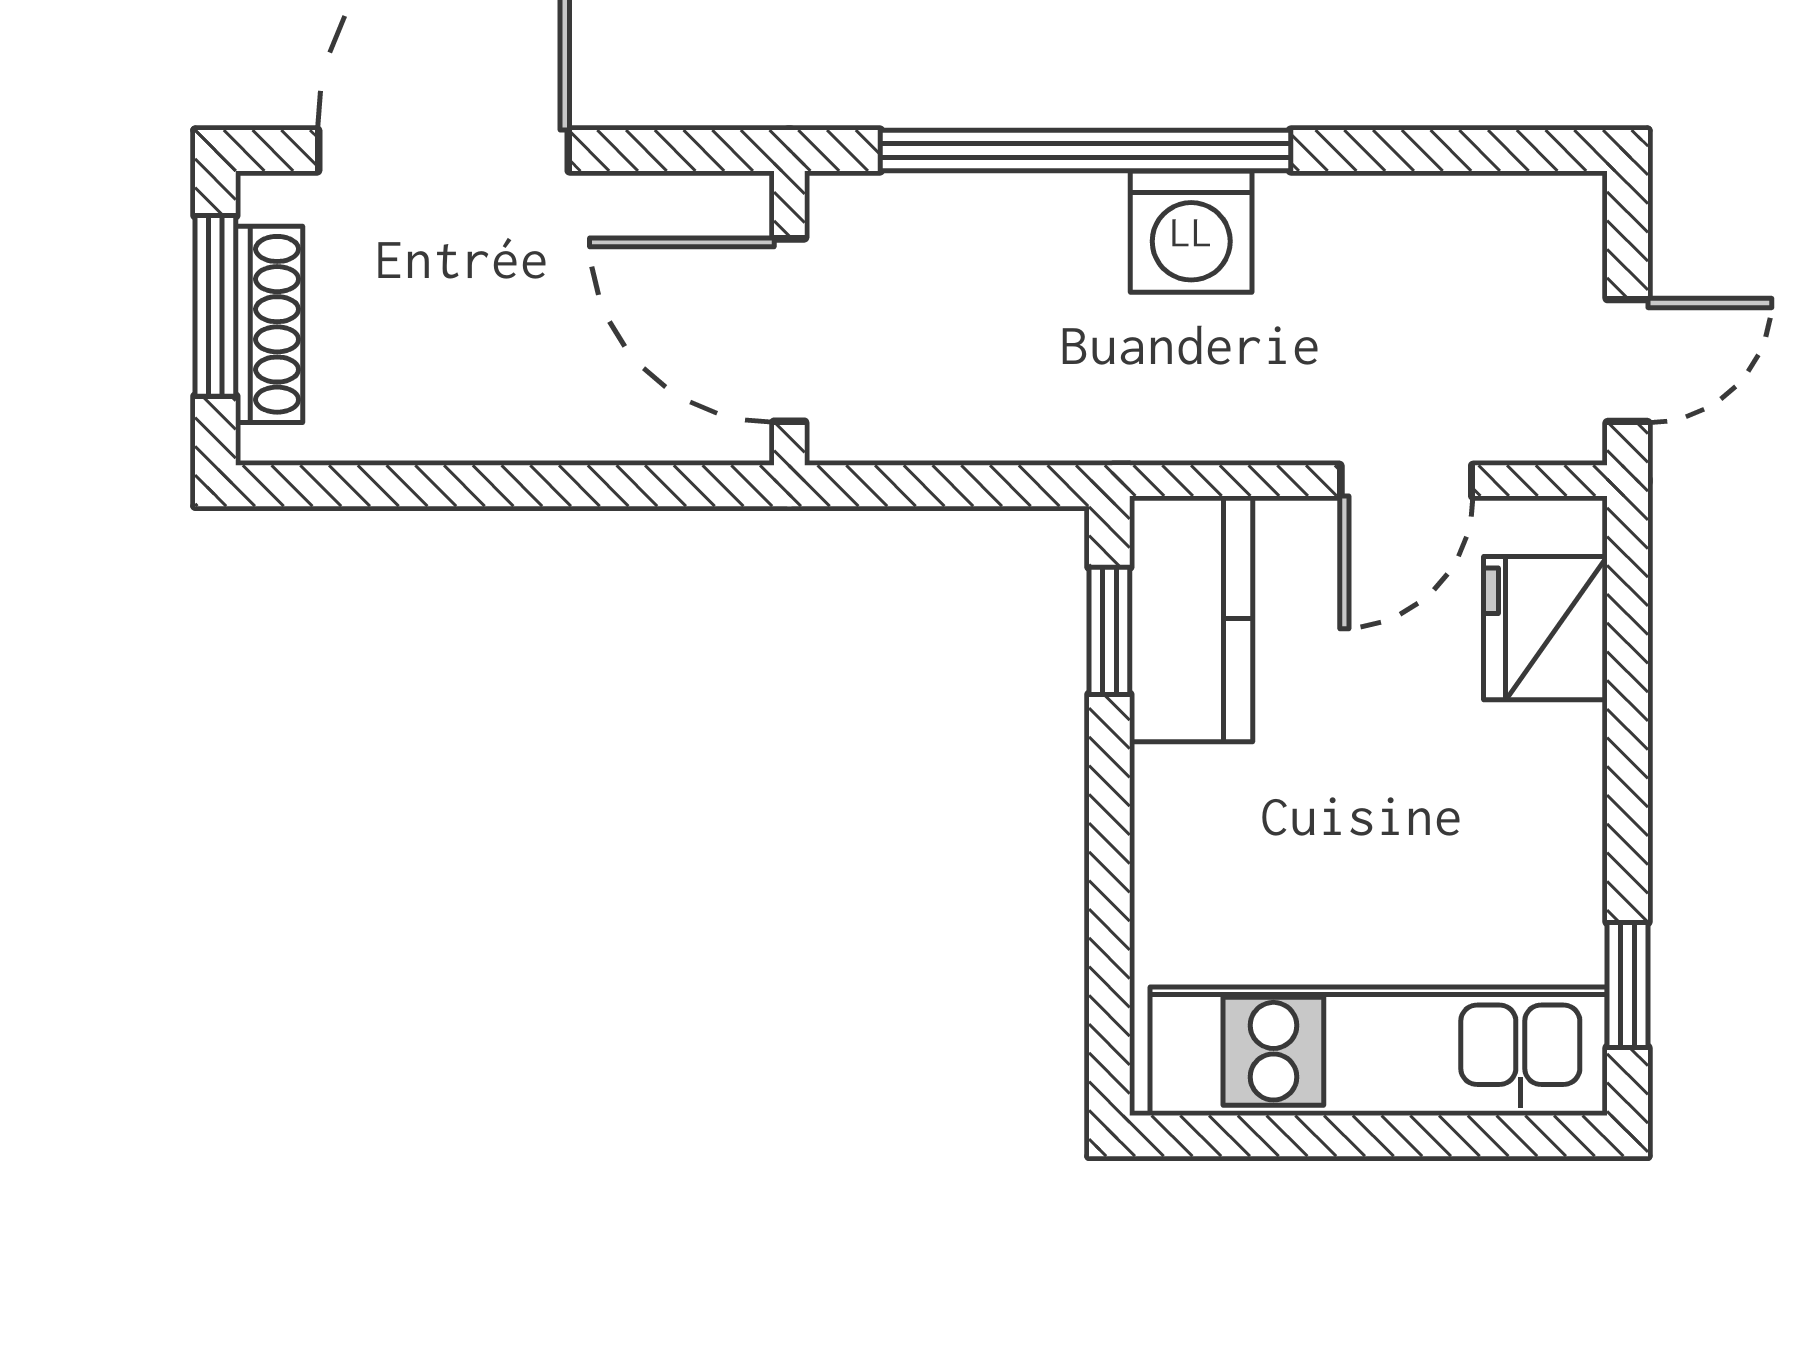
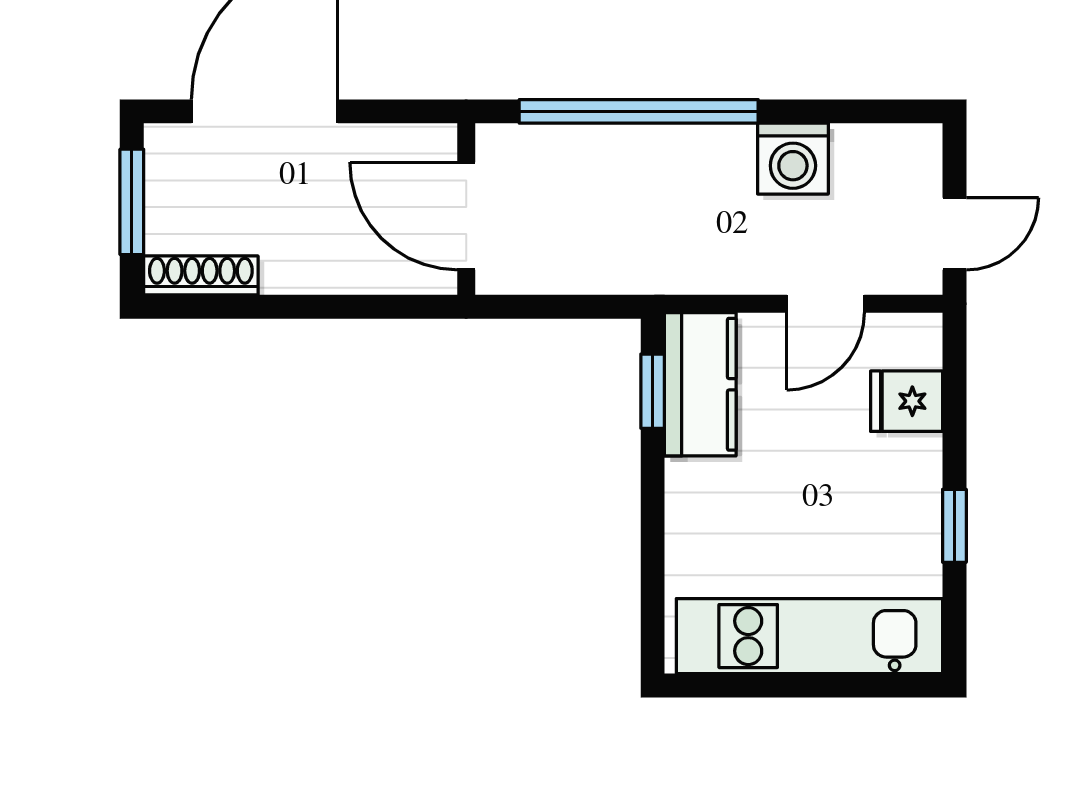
washing machine: (1191, 232) -> (793, 159), moved
shoe rack: (269, 324) -> (201, 275), moved, turned -90
fridge: (1545, 628) -> (907, 401), width x0.72
window: (1627, 985) -> (954, 526), moved

